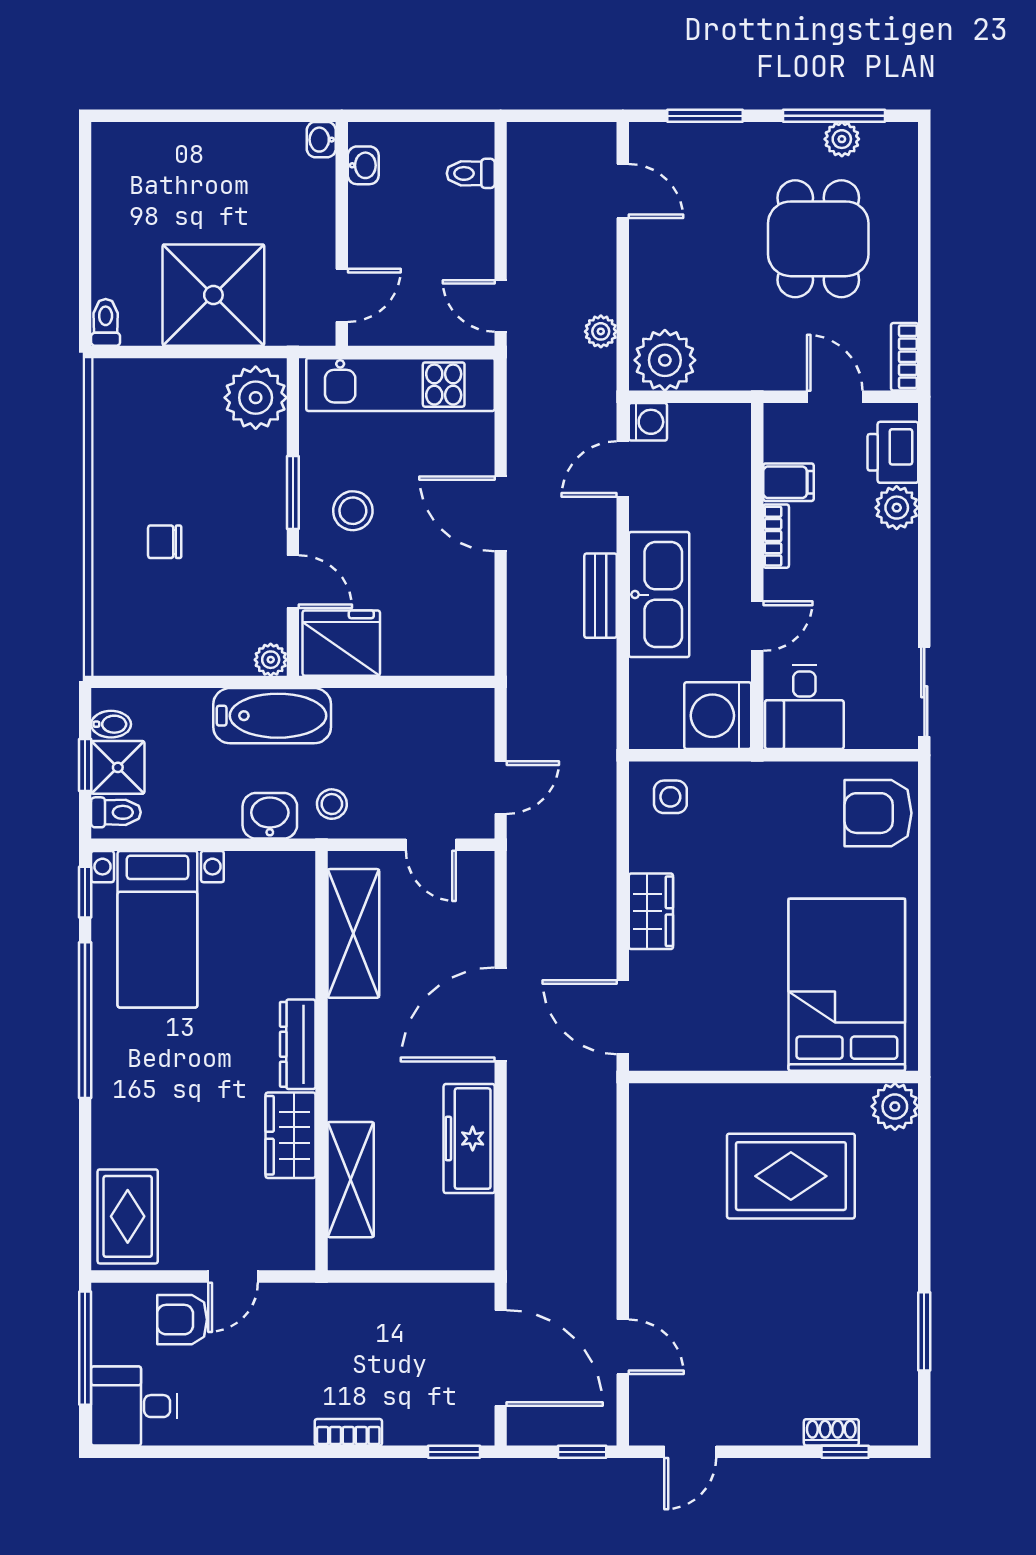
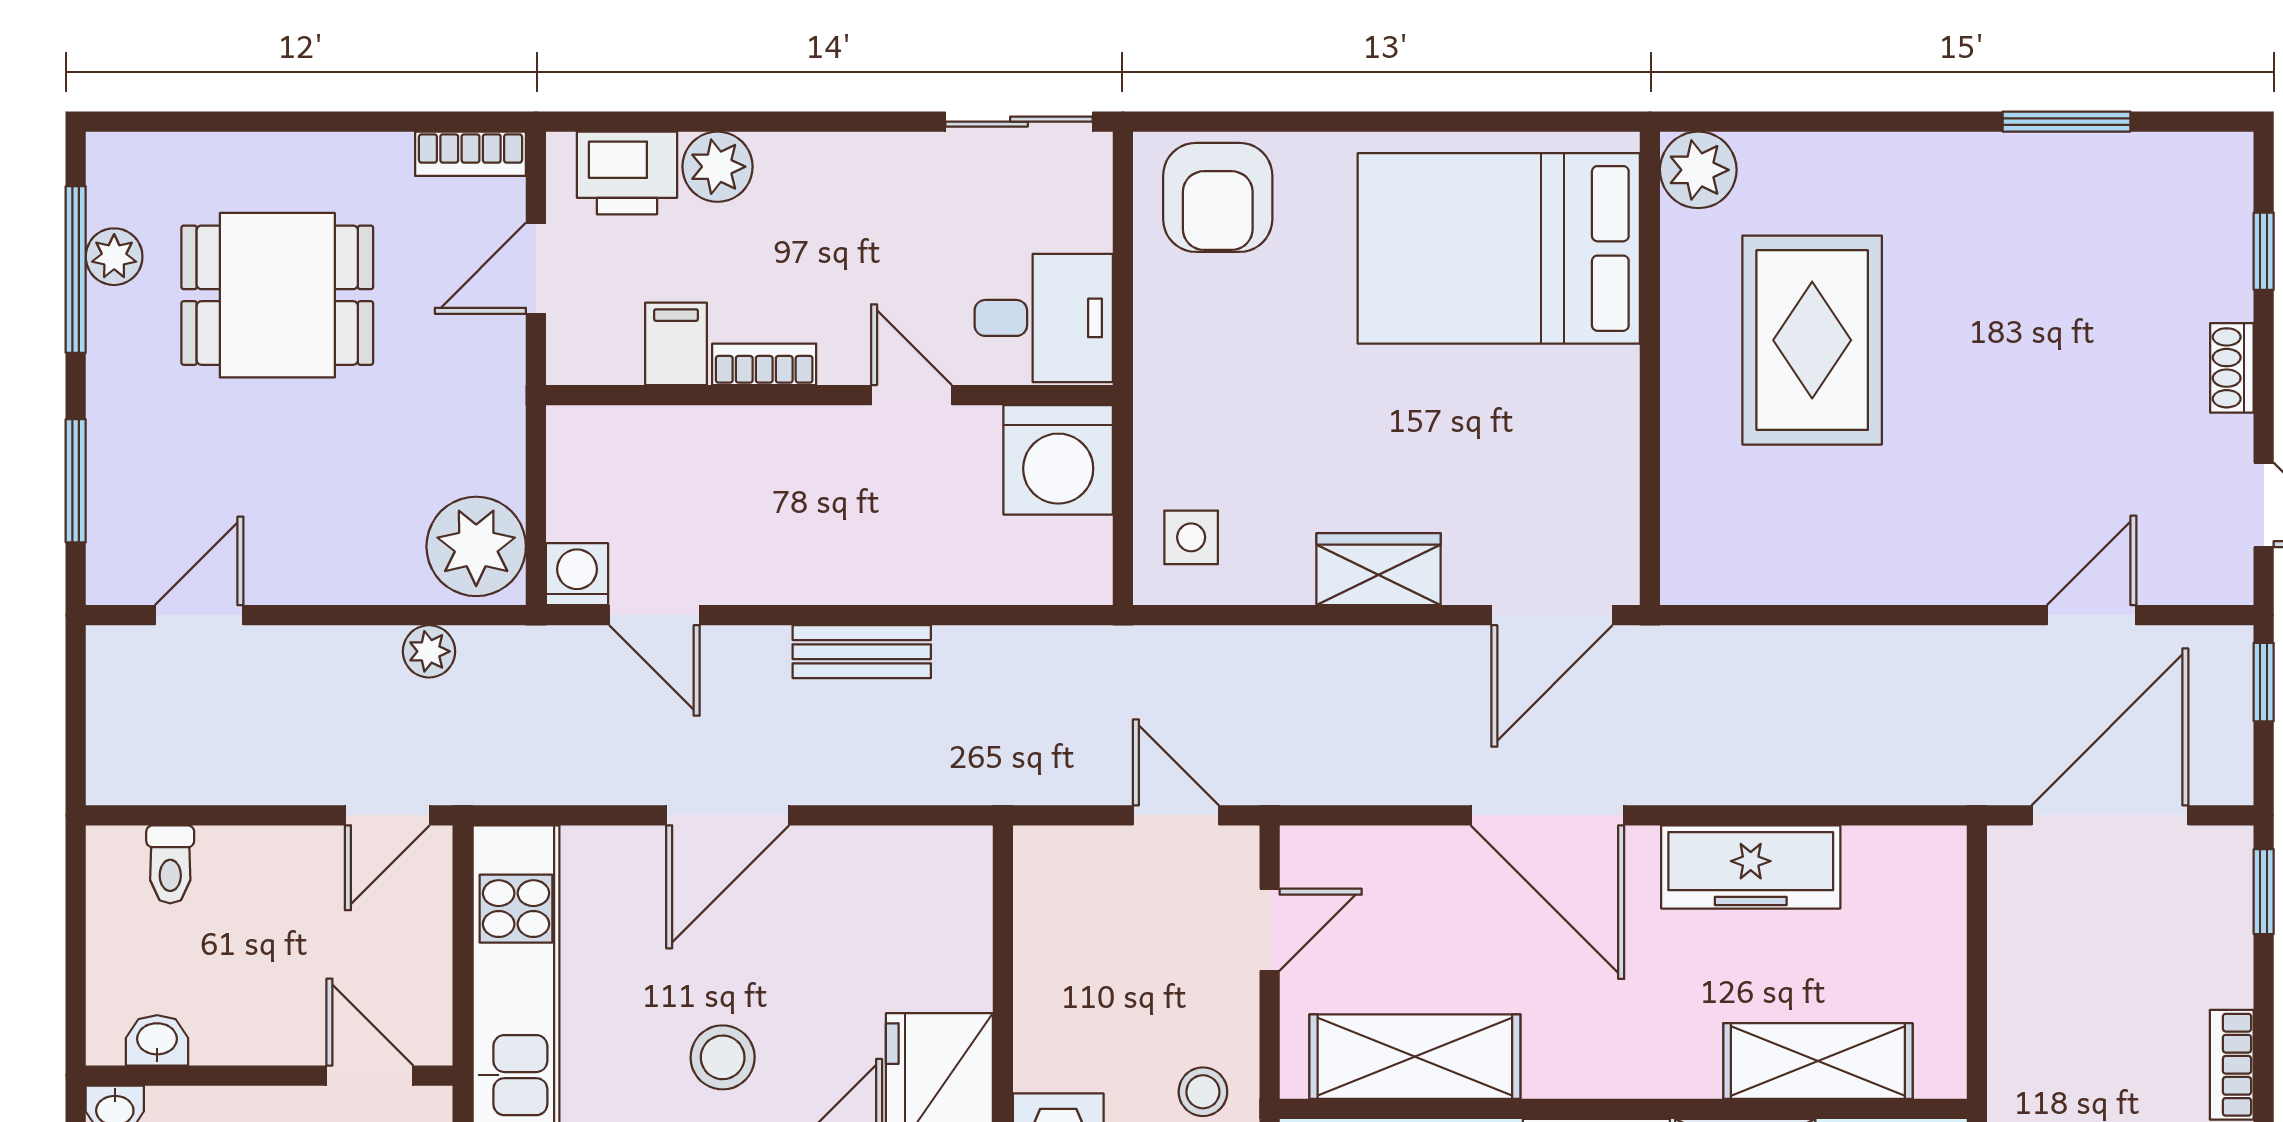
kitchen sink: (659, 595) -> (860, 556), removed
shoe rack: (831, 1432) -> (2232, 368), moved

